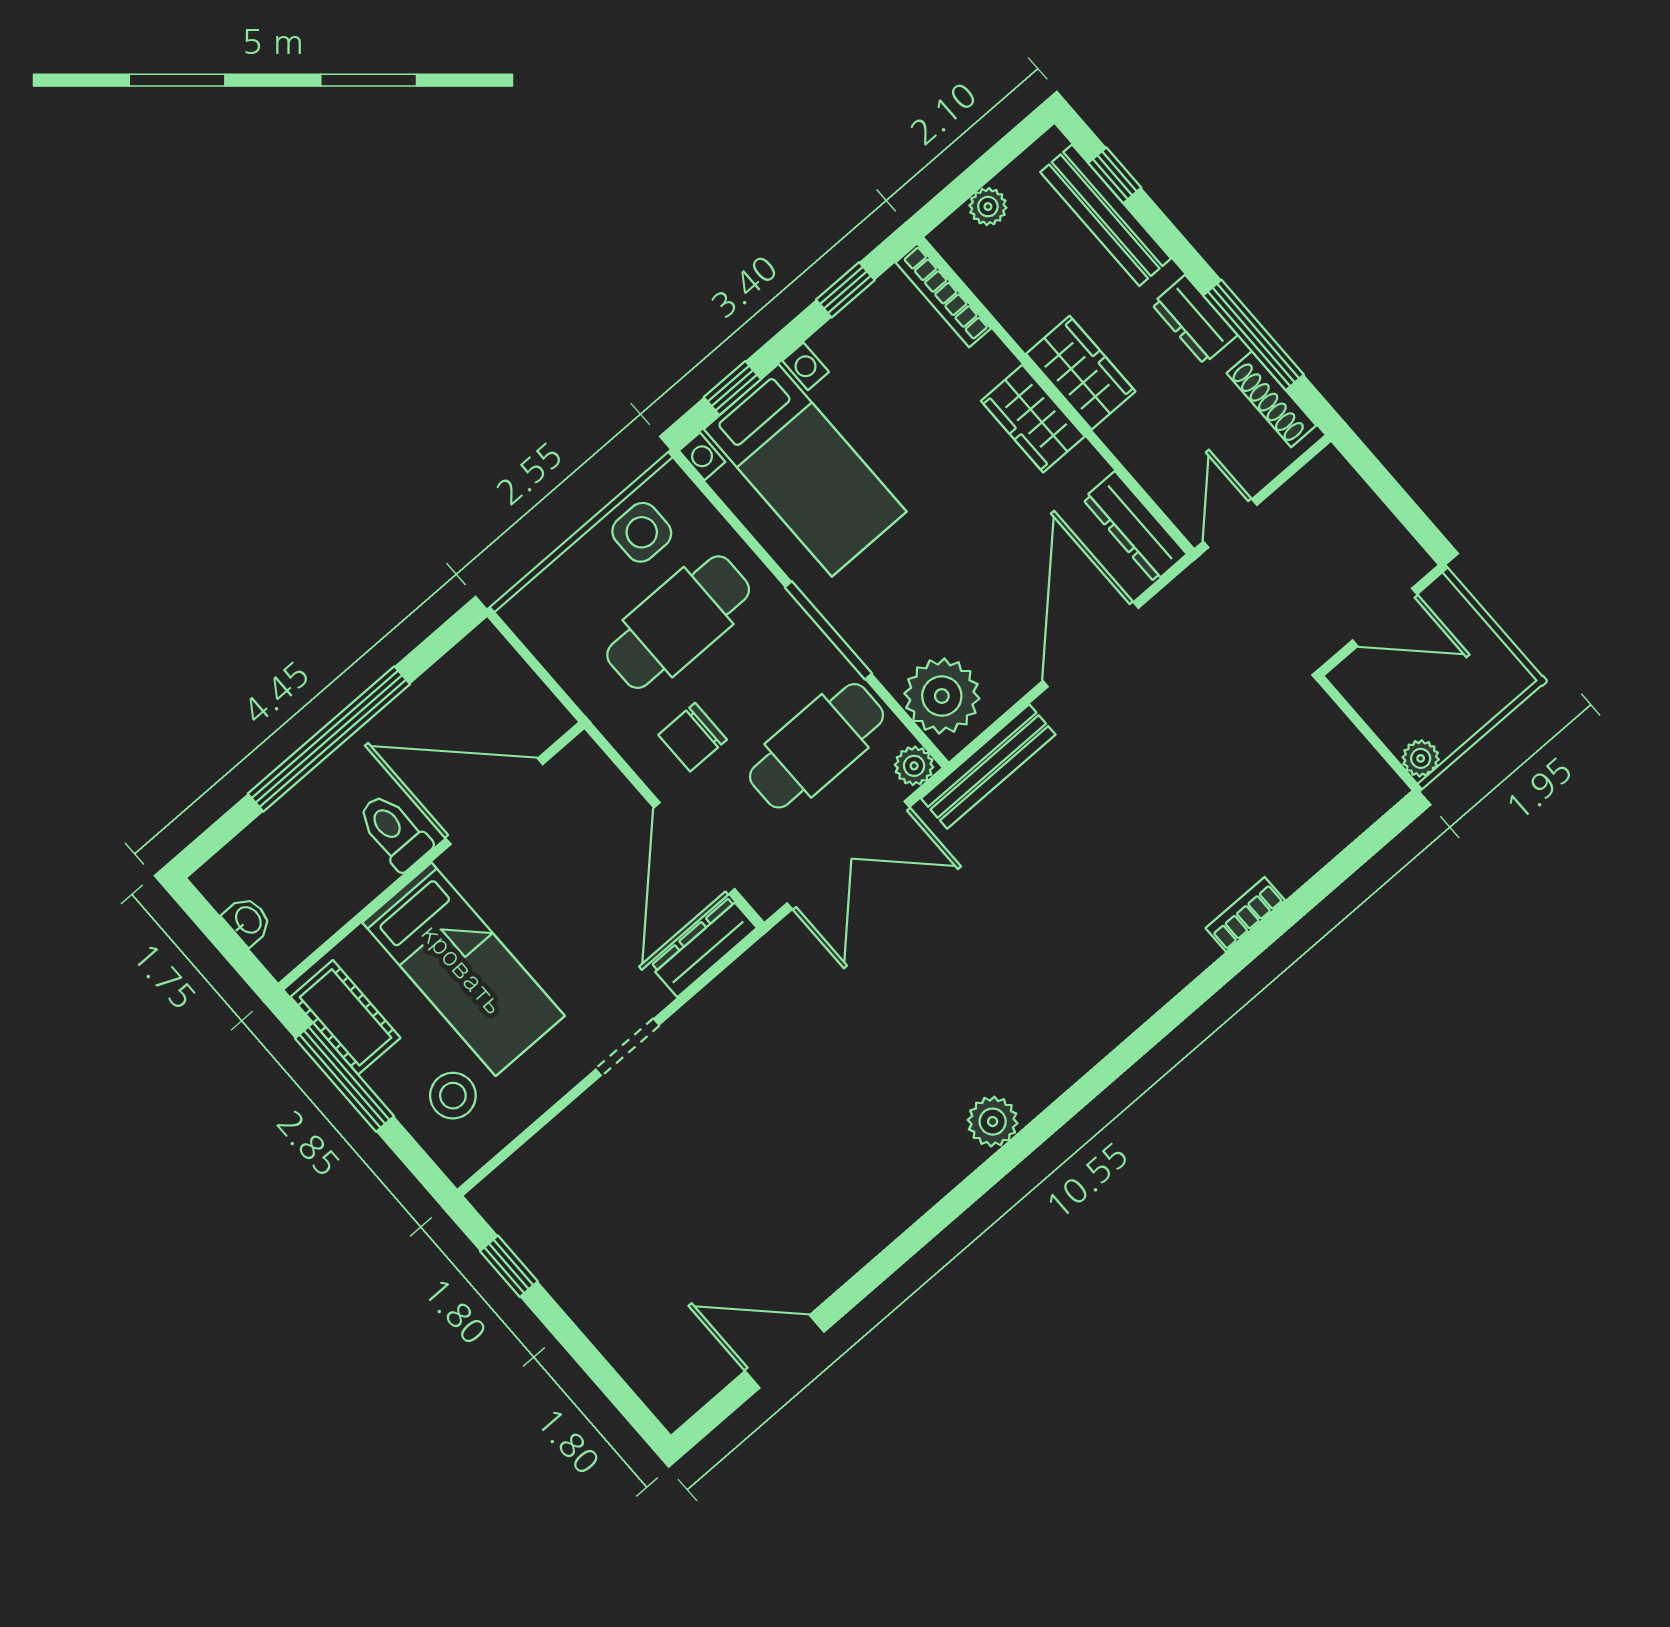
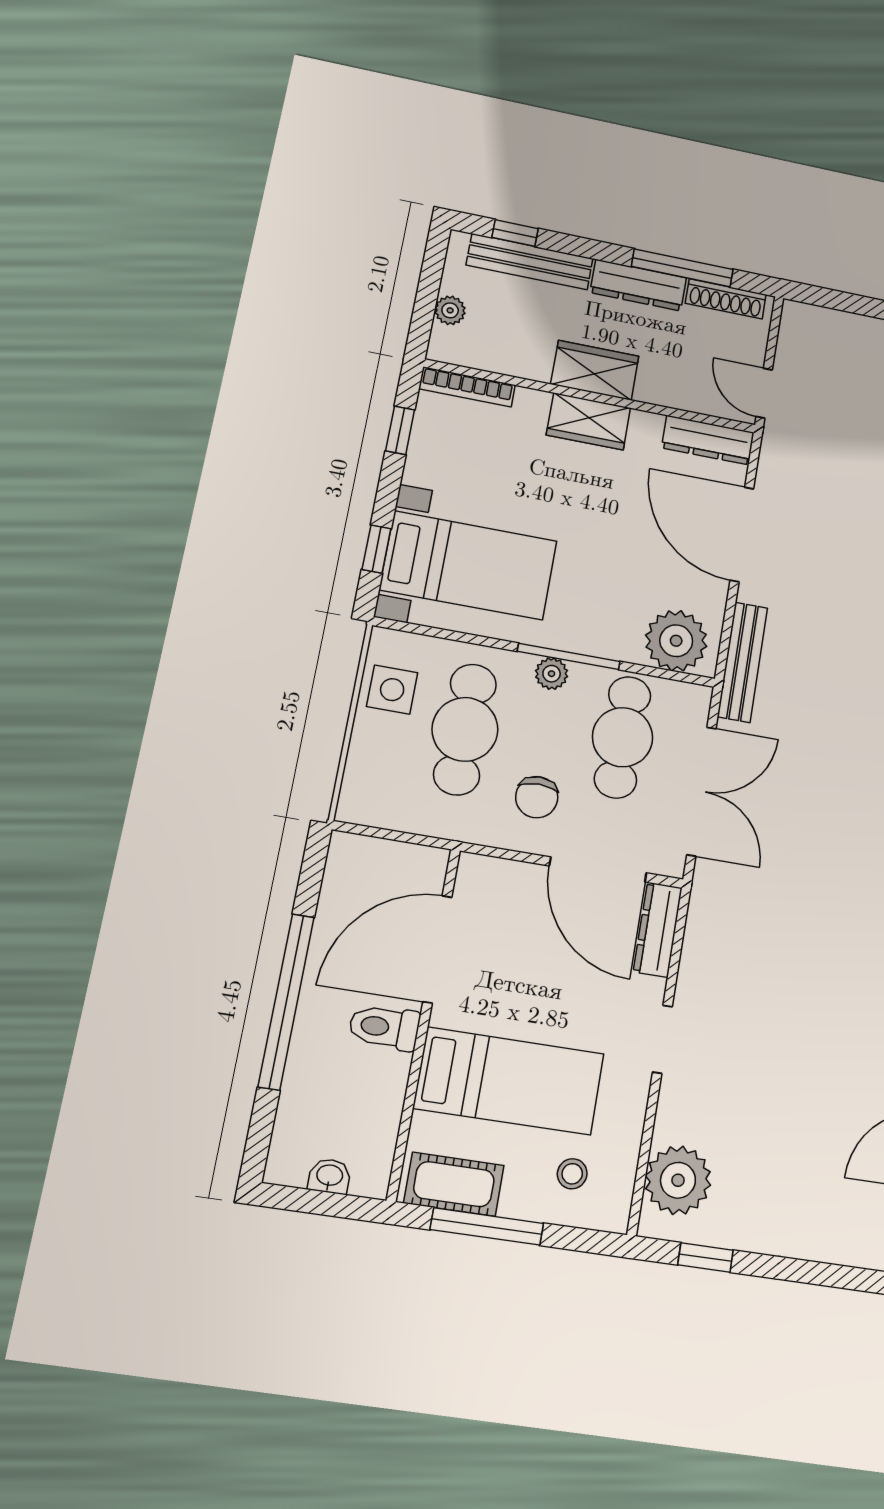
dresser: (1195, 320) -> (638, 285), width x1.44
plant: (914, 766) -> (552, 674), moved
stool: (453, 1096) -> (572, 1174), width x0.73, depth x0.73
plant: (540, 1180) -> (678, 1180), added

